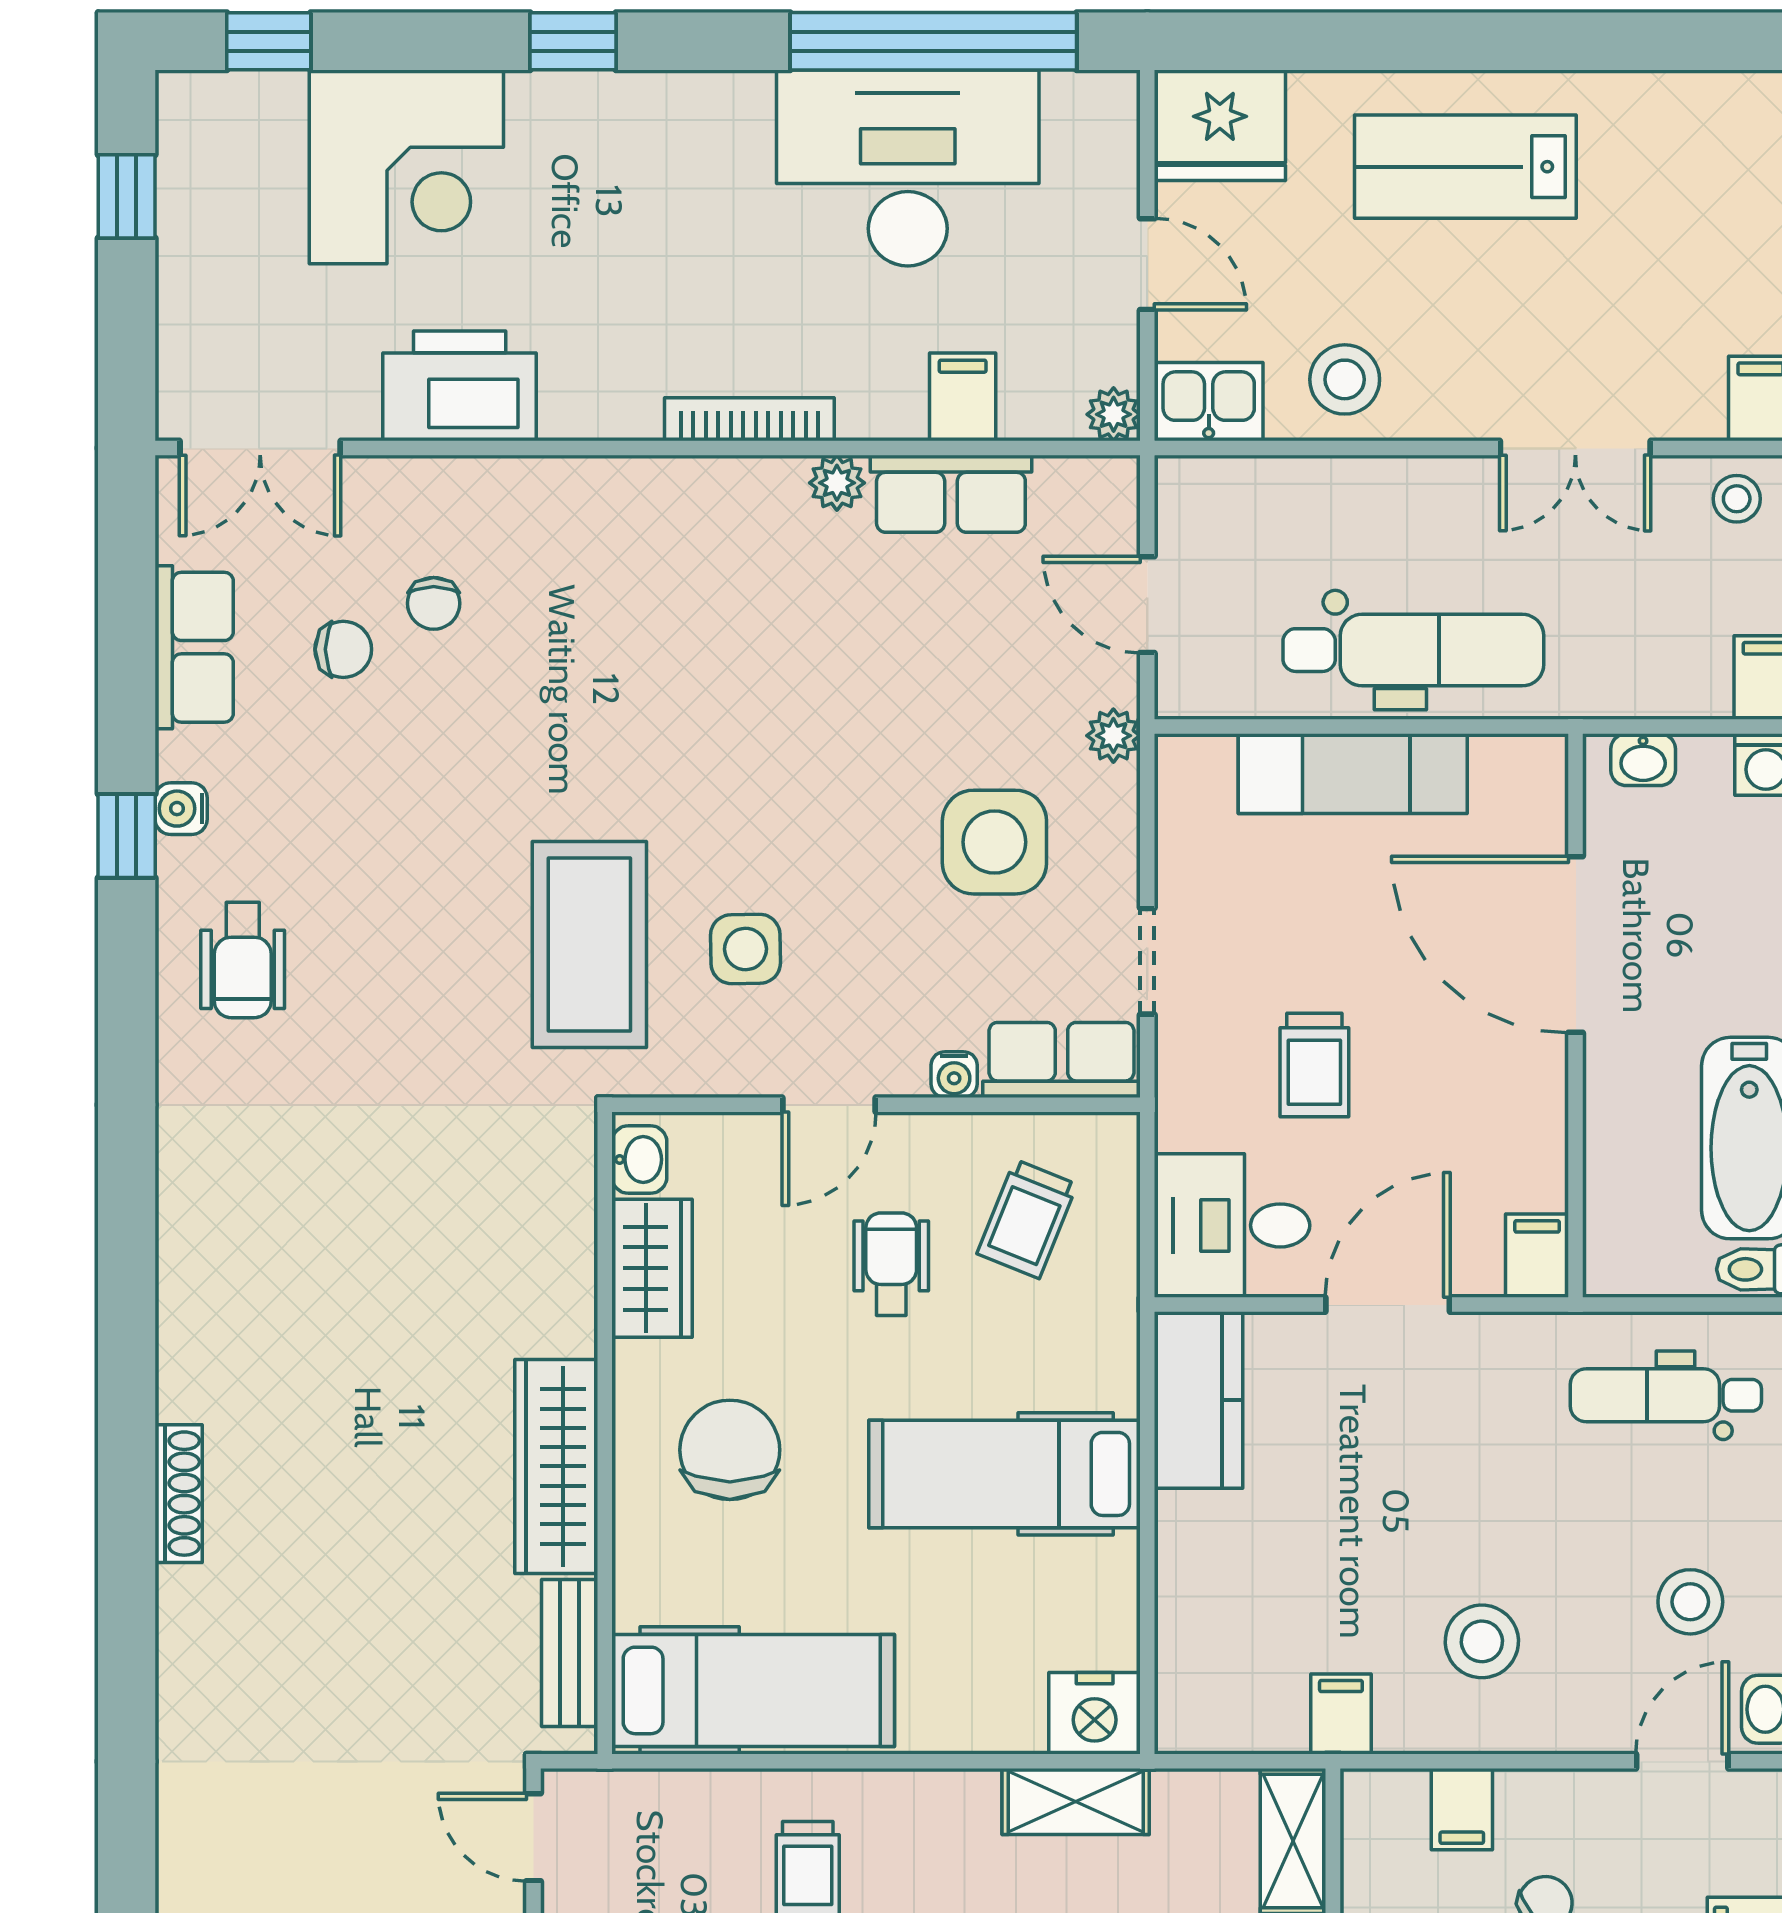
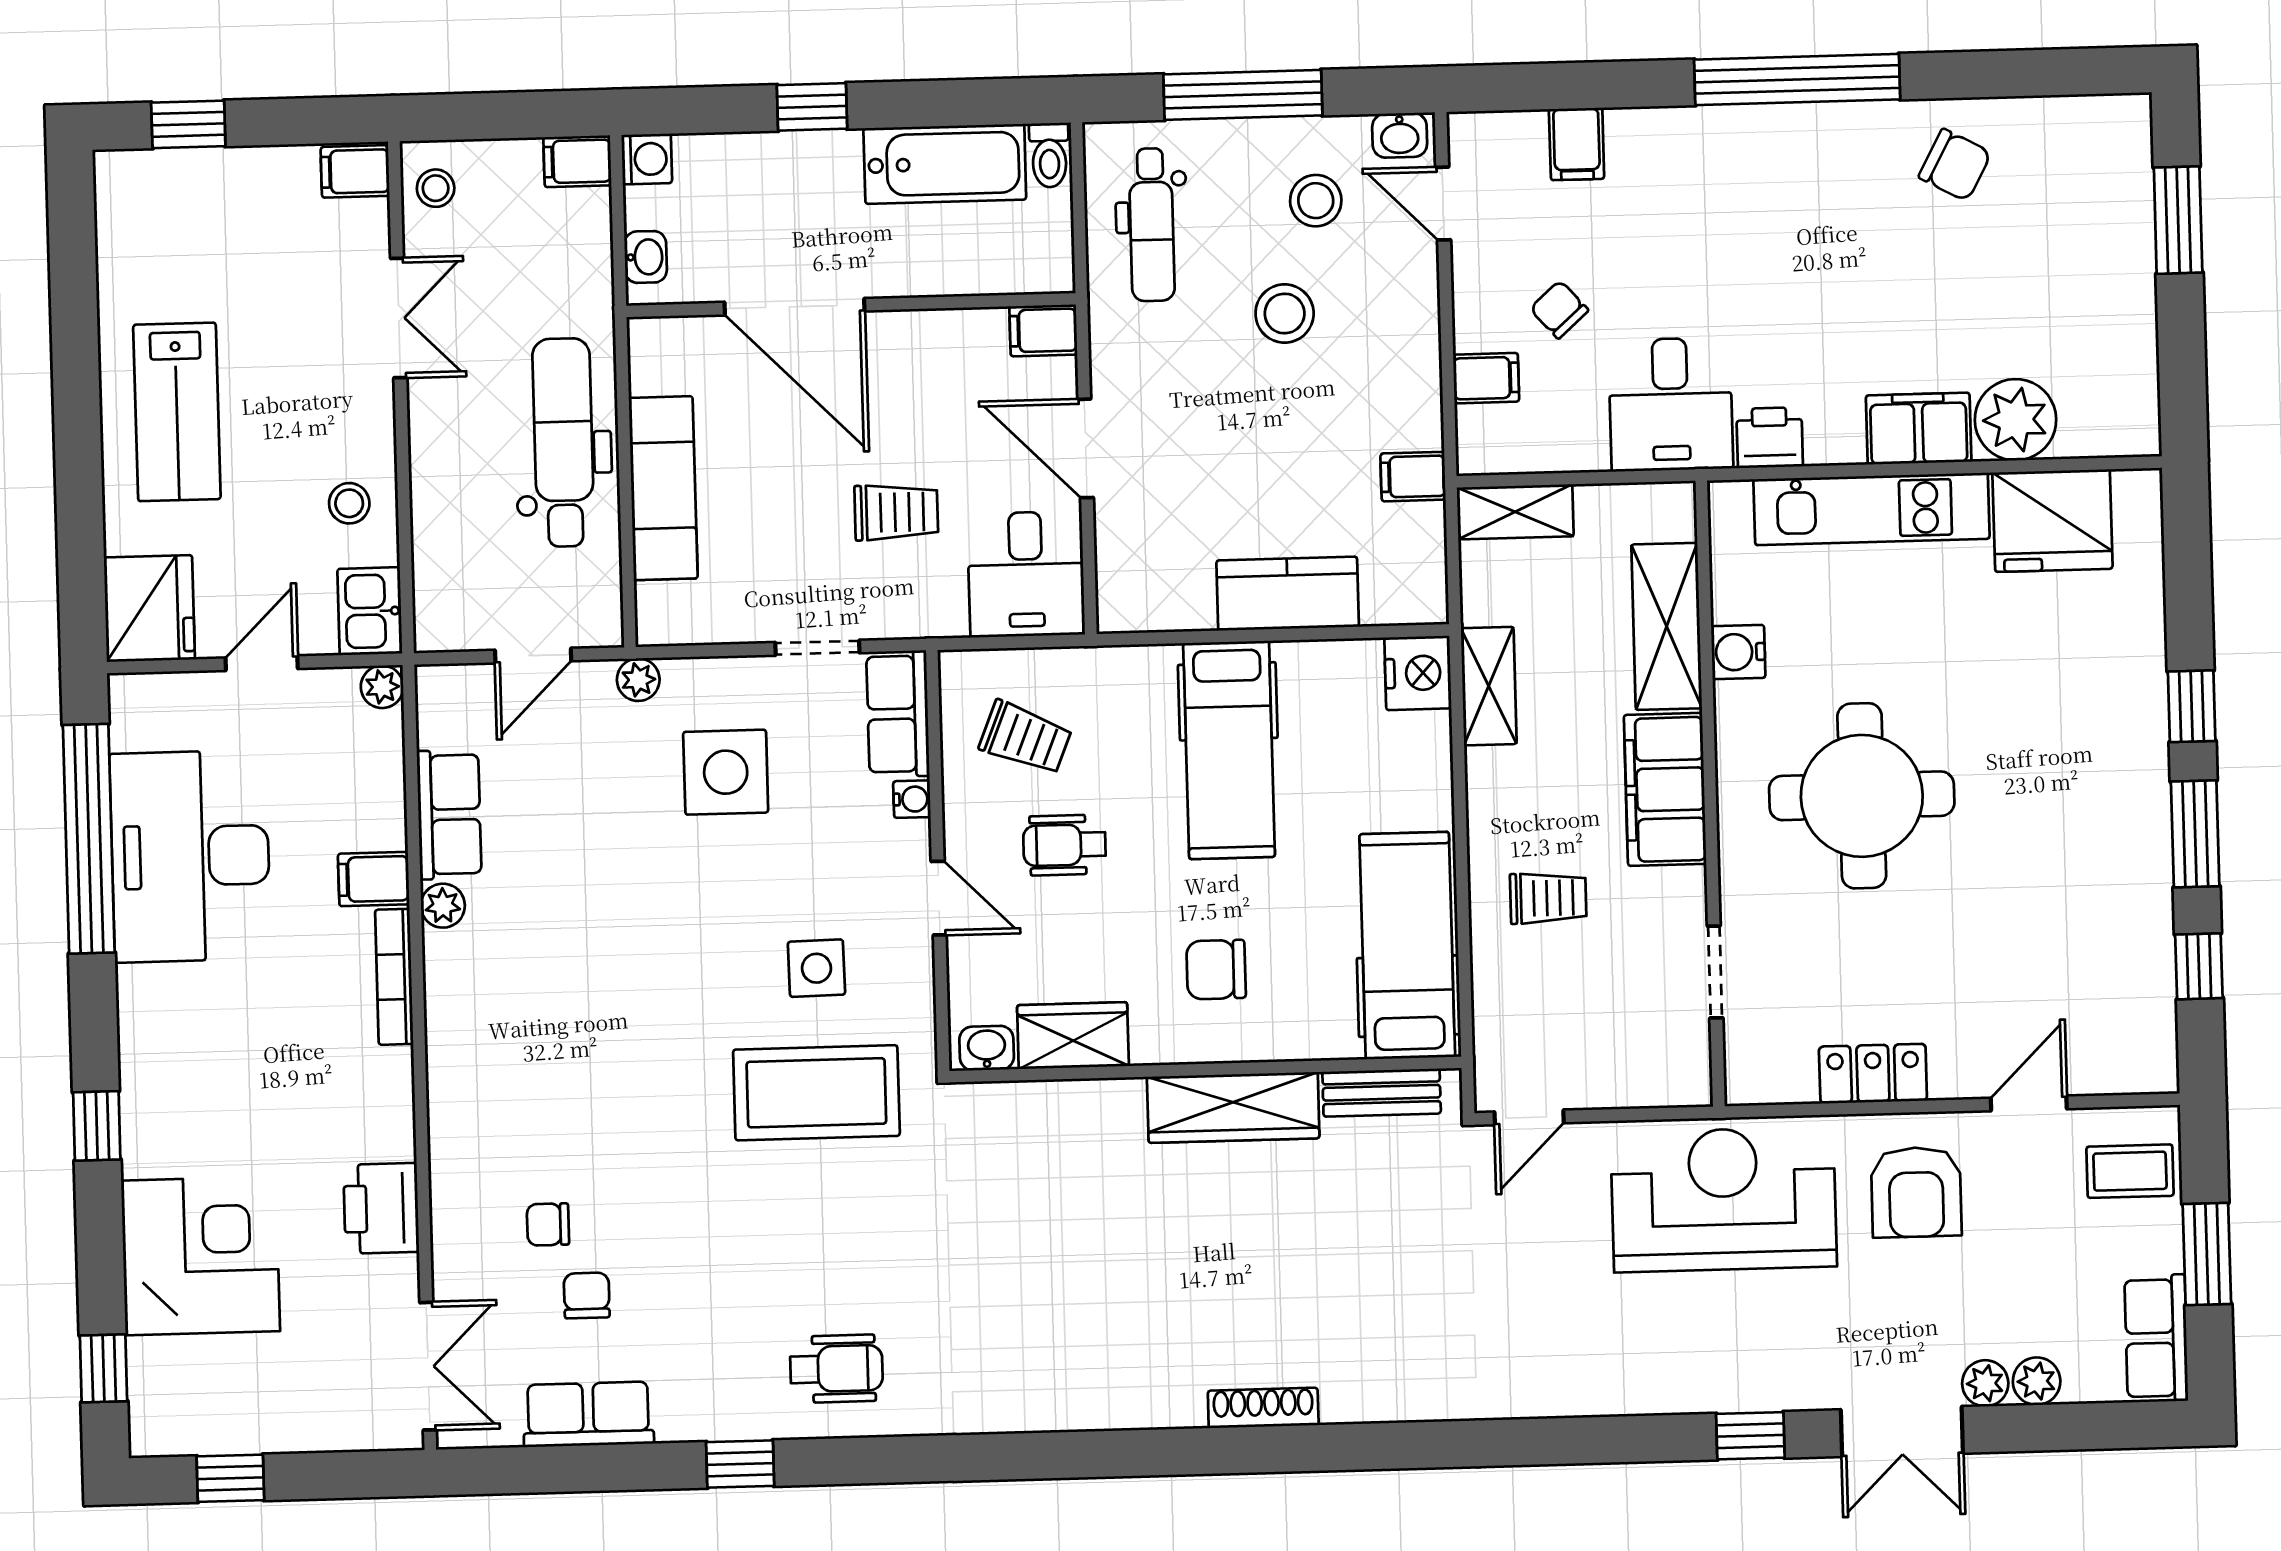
stool: (1345, 379) -> (349, 503), width x0.73, depth x0.73
printer: (460, 386) -> (381, 1208), width x0.73, depth x0.84
filing cabinet: (963, 397) -> (374, 879), moved
chair: (434, 603) -> (548, 1224), turned 180
water cooler: (181, 809) -> (717, 1421), removed
door: (1576, 945) -> (794, 307), hinge flipped
kitchen counter: (1199, 1400) -> (1288, 594), moved
chair: (730, 1450) -> (1216, 970), width x0.73, depth x0.73
stool: (1482, 1641) -> (1285, 314), moved

